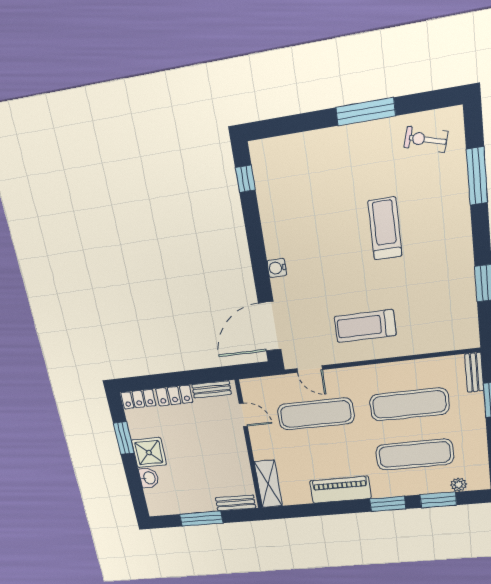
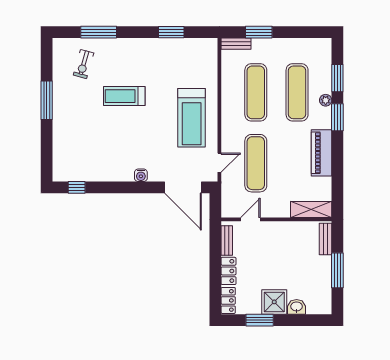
exercise bike: (426, 139) -> (84, 64), moved
treadmill: (365, 326) -> (192, 118), width x1.37, depth x1.38
plant: (459, 485) -> (326, 100), moved

